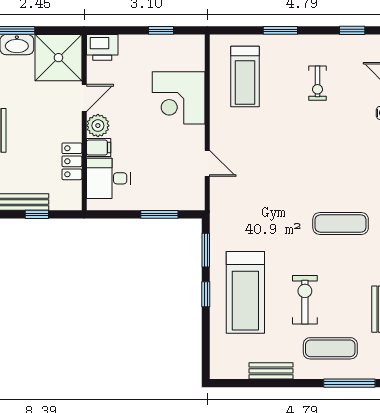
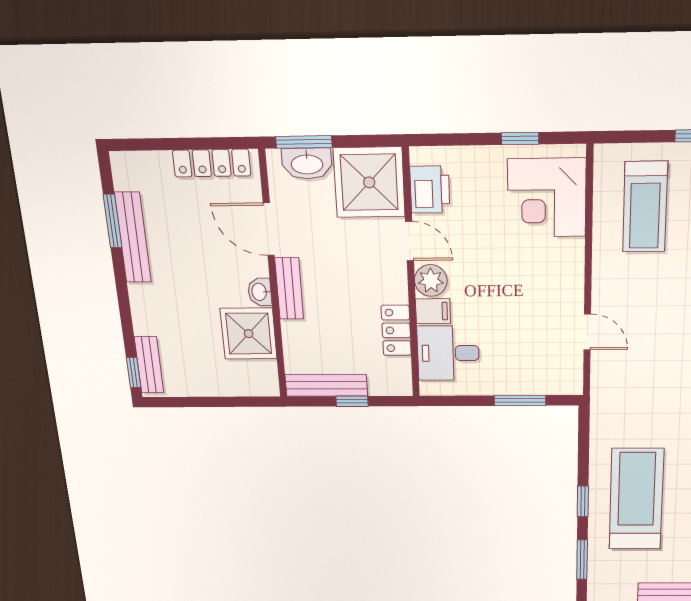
printer: (102, 47) -> (430, 190), moved, turned -90
door: (84, 98) -> (409, 241), hinge flipped
corner desk: (179, 98) -> (547, 198), moved
window: (206, 250) -> (582, 560), moved
treadmill: (245, 292) -> (636, 499), turned 180

